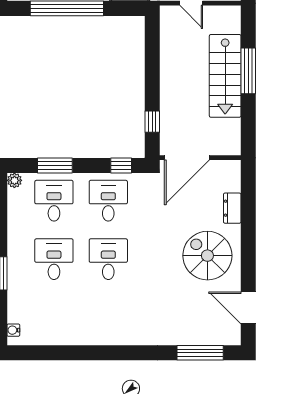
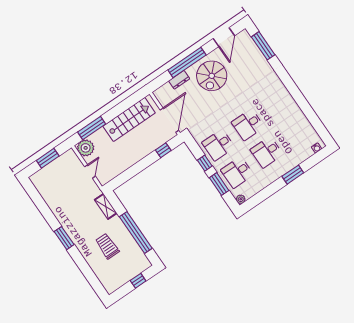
plant: (227, 19) -> (86, 148), added
window: (248, 71) -> (92, 128), moved
stairs: (225, 76) -> (129, 119), moved
door: (187, 158) -> (169, 120), hinge flipped
window: (121, 166) -> (205, 163), moved
window: (248, 235) -> (187, 63), added

